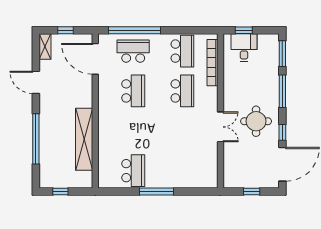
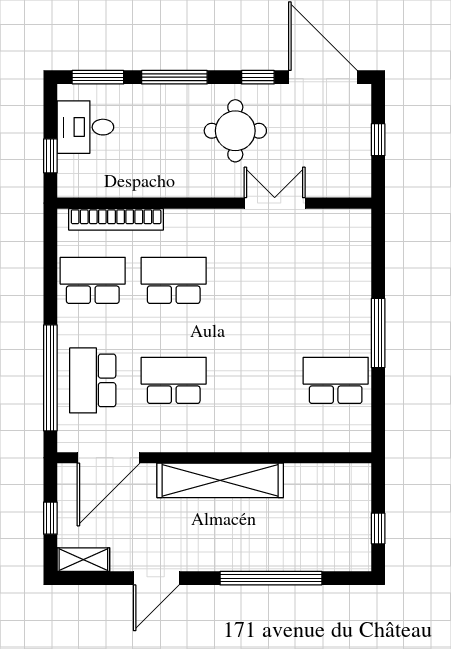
desk: (244, 47) -> (85, 127), moved
double door: (220, 127) -> (275, 203), moved
shelving: (84, 139) -> (220, 480), moved

